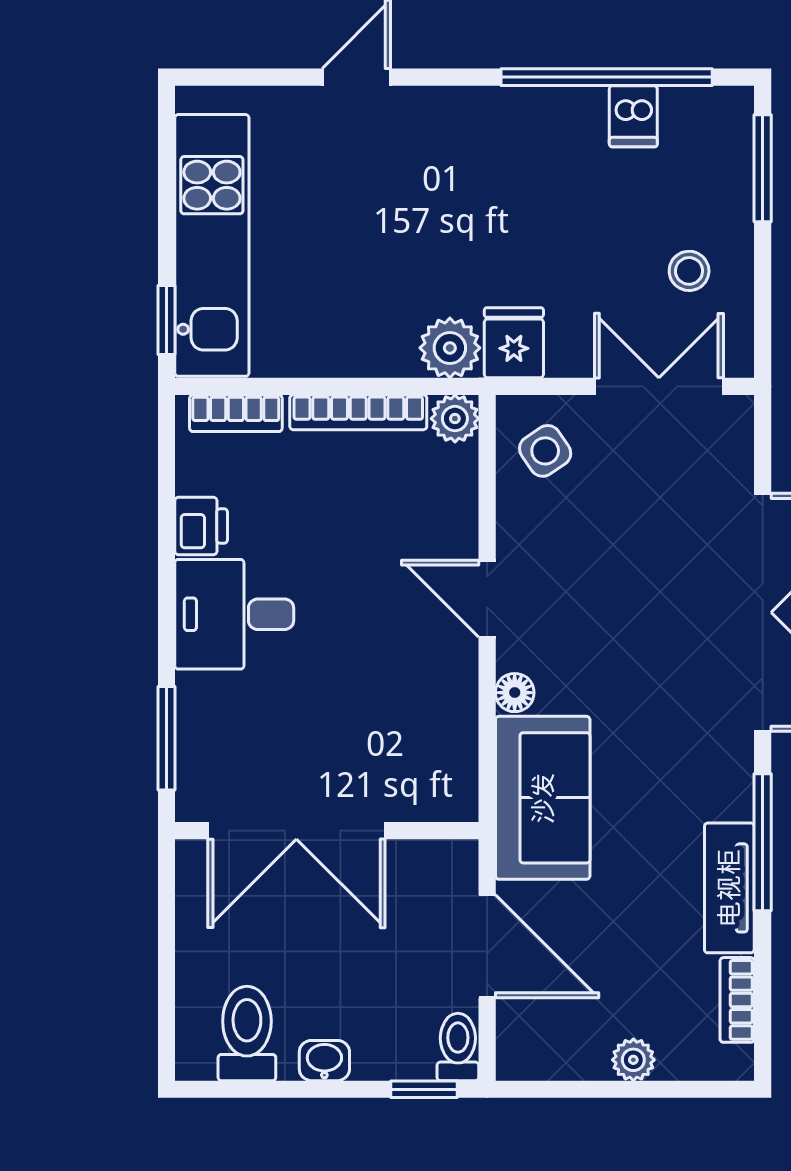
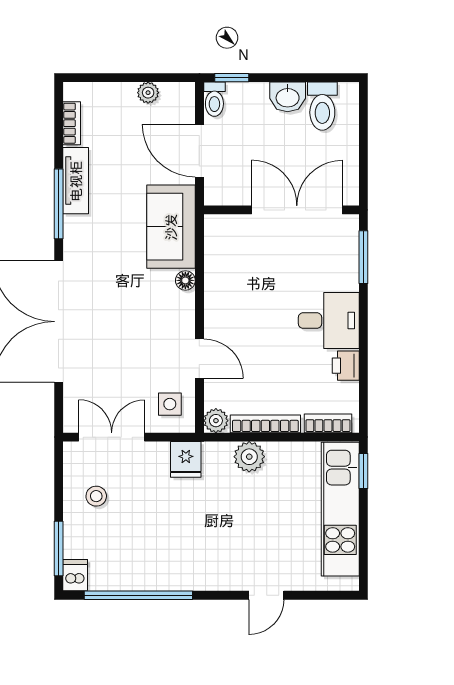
dishwasher: (633, 116) -> (75, 575), moved
plant: (450, 348) -> (249, 457), moved
double door: (659, 386) -> (112, 437), swing flipped
side table: (545, 451) -> (170, 404), turned 34
door: (487, 599) -> (199, 359), moved
plant: (633, 1060) -> (148, 93), moved
washbasin: (324, 1061) -> (288, 97), width x1.38, depth x1.45

